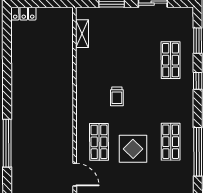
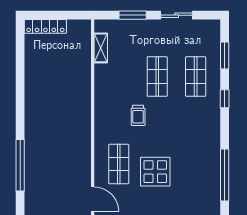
locker: (24, 14) -> (45, 26), width x1.53
shop shelf: (171, 142) -> (157, 76), moved

